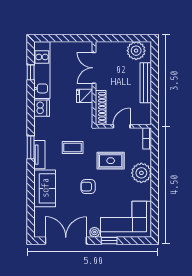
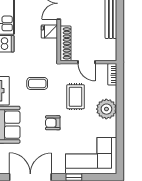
door: (122, 126) -> (87, 62), swing flipped
rug: (111, 161) -> (76, 97), turned 90
plant: (95, 232) -> (59, 169), removed

